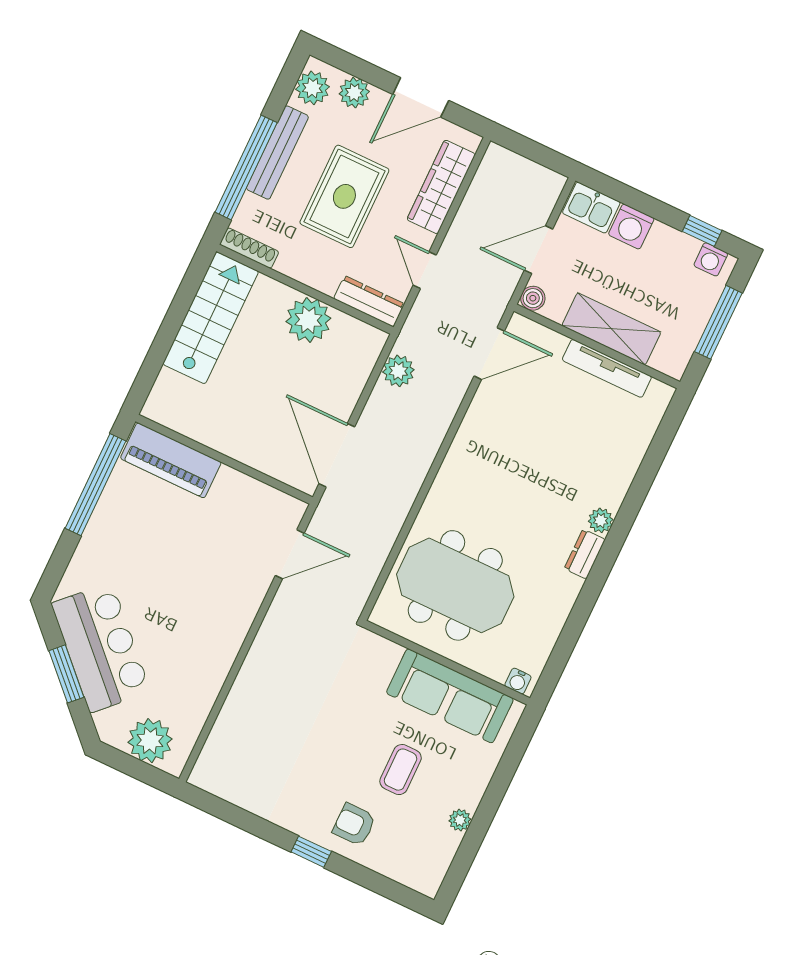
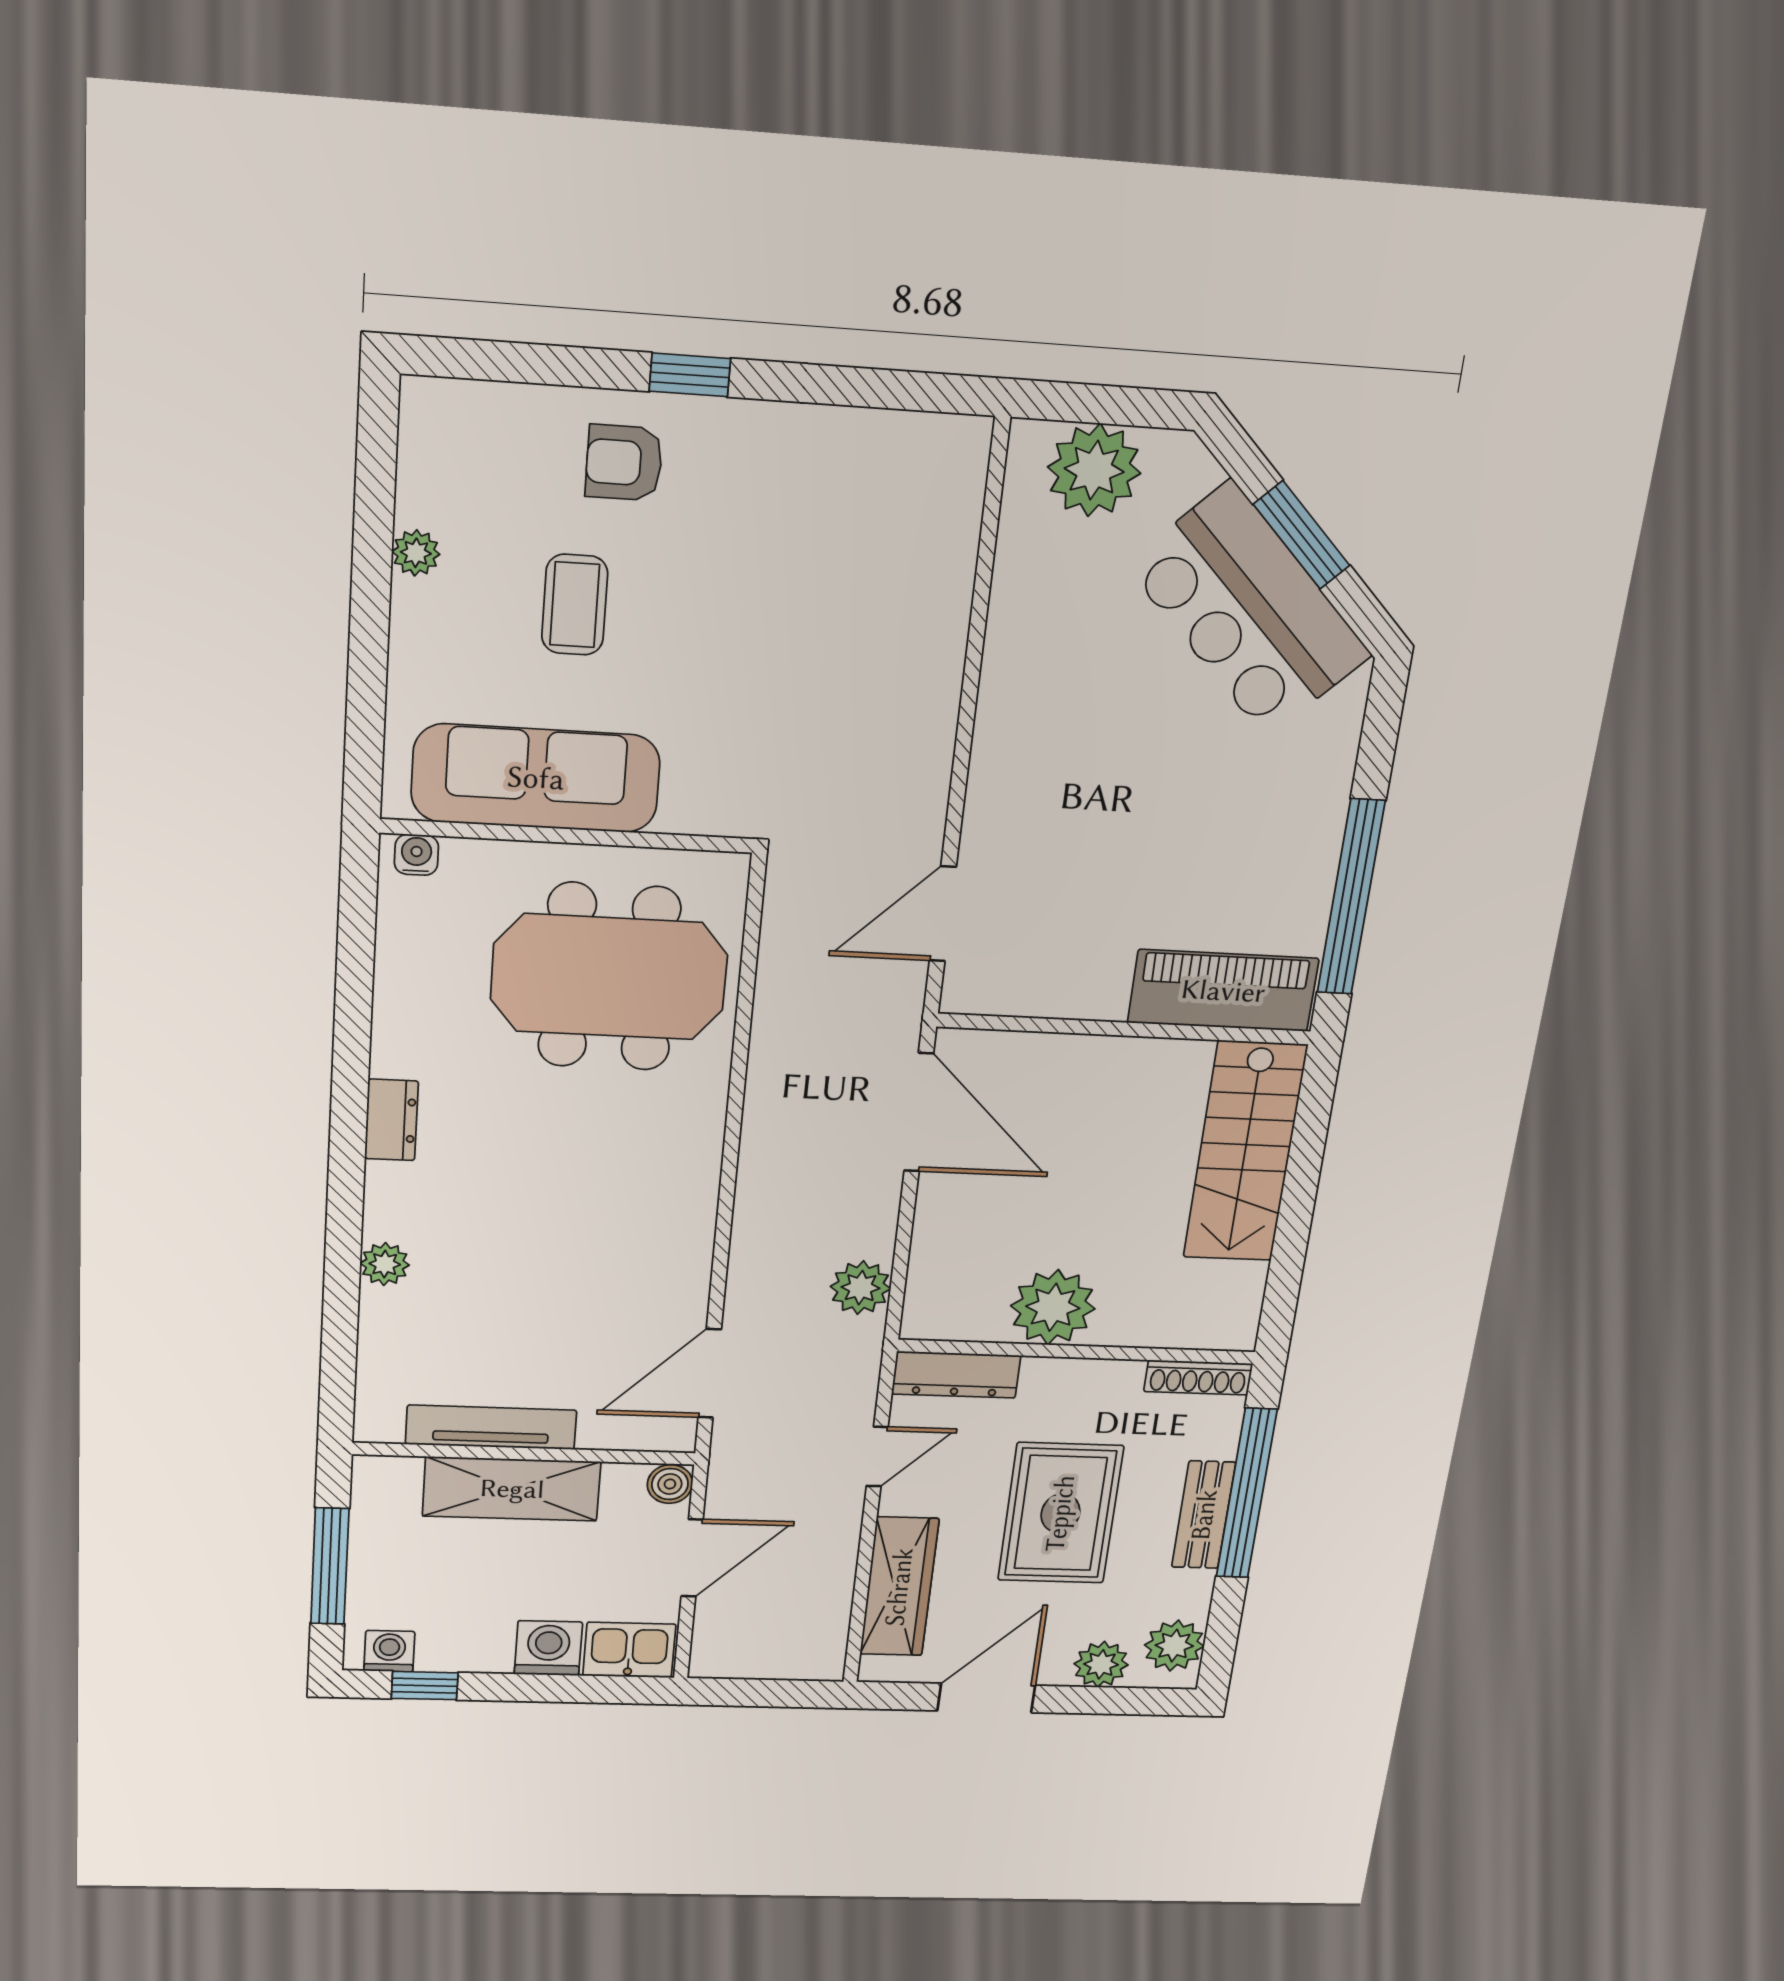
bench: (277, 153) -> (1204, 1515), width x0.73
door: (425, 270) -> (877, 1457), hinge flipped
stairs: (211, 318) -> (1245, 1152), moved
plant: (601, 520) -> (385, 1264), moved
armchair: (354, 825) -> (624, 463), turned 180

